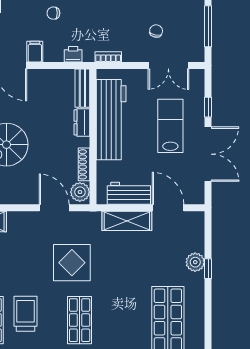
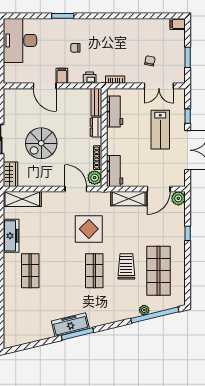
window: (208, 26) -> (188, 57), width x0.69
workbench: (111, 120) -> (115, 111), width x0.53, depth x0.76
lab bench: (170, 126) -> (160, 130), turned 180
workbench: (129, 193) -> (115, 171), moved, turned 90
door: (168, 208) -> (159, 189), swing flipped
plant: (195, 262) -> (178, 198), moved
trolley: (25, 314) -> (126, 266), moved

